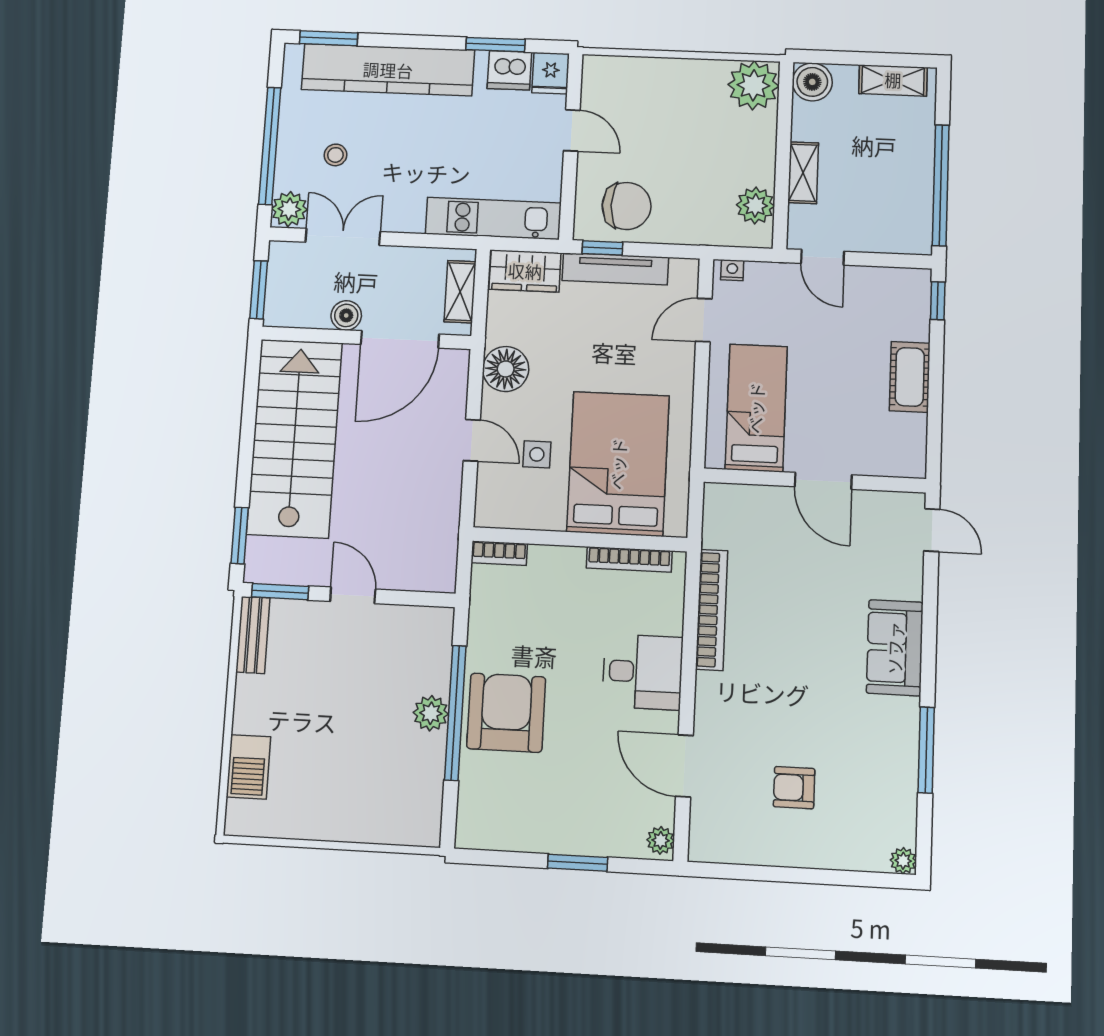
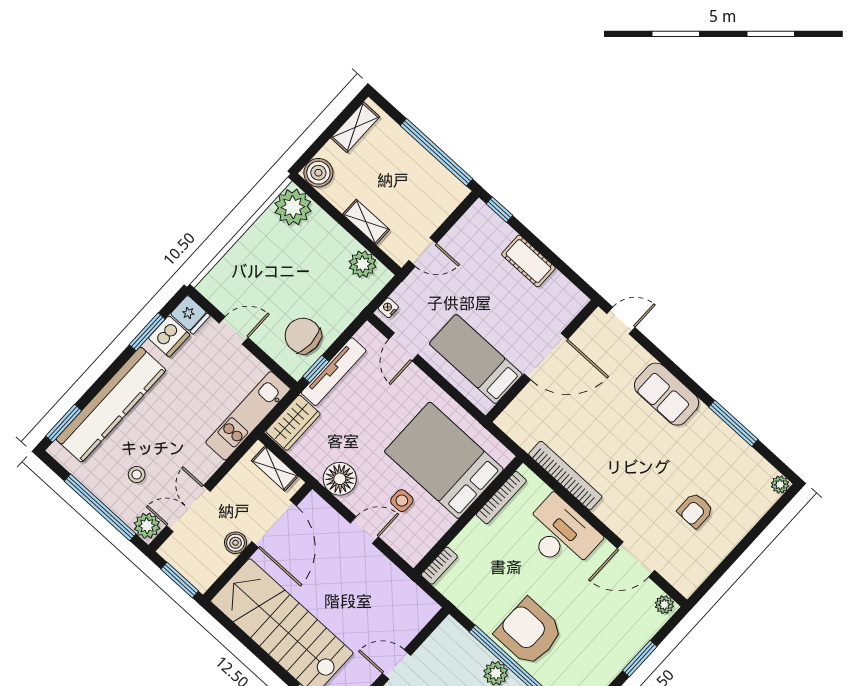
chair: (627, 206) -> (303, 336), turned -90
door: (823, 481) -> (546, 356), width x1.36
desk: (643, 672) -> (561, 534), width x1.37

